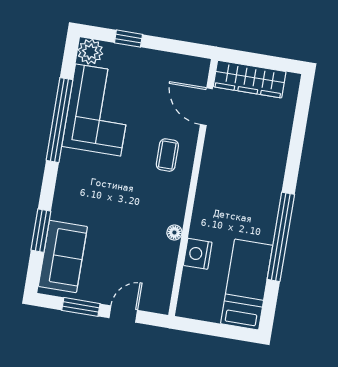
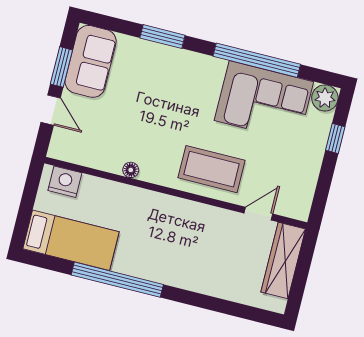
door: (206, 107) -> (258, 214), width x0.73
coffee table: (167, 155) -> (212, 169), width x1.86, depth x1.72
window: (41, 231) -> (162, 37), moved
nightstand: (198, 254) -> (65, 182), moved
sofa: (63, 256) -> (91, 61), moved, turned -90

